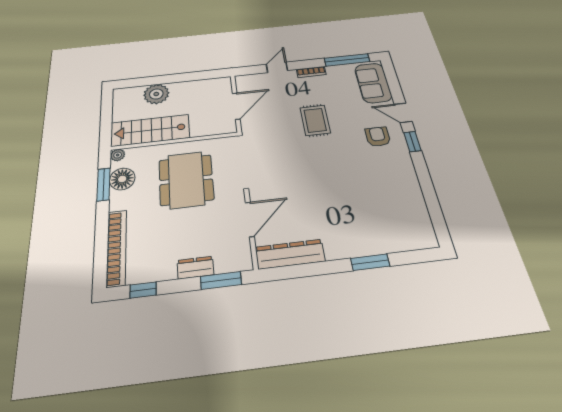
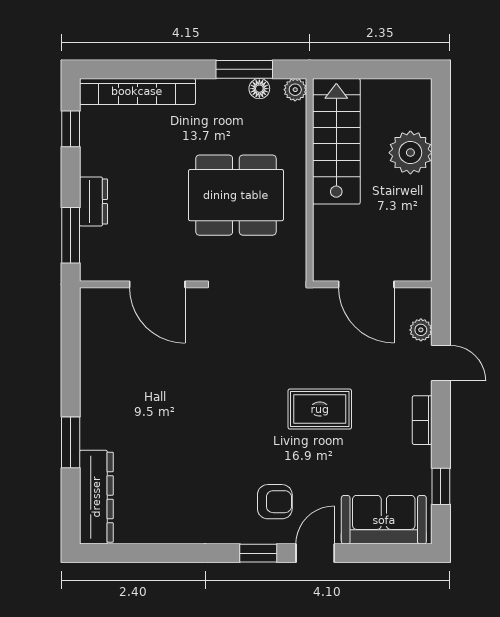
window: (347, 60) -> (441, 486), width x0.46
plant: (259, 78) -> (421, 330), added
floor lamp: (122, 179) -> (259, 89), width x0.53, depth x0.53
dresser: (290, 254) -> (96, 497), moved

